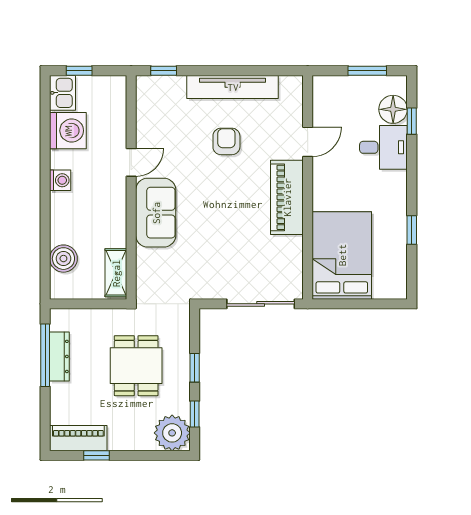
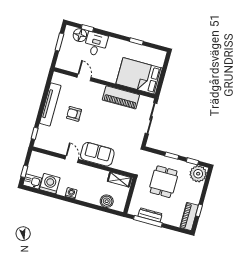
piano: (287, 197) -> (121, 97), moved
dining table: (136, 366) -> (164, 182), turned 90

